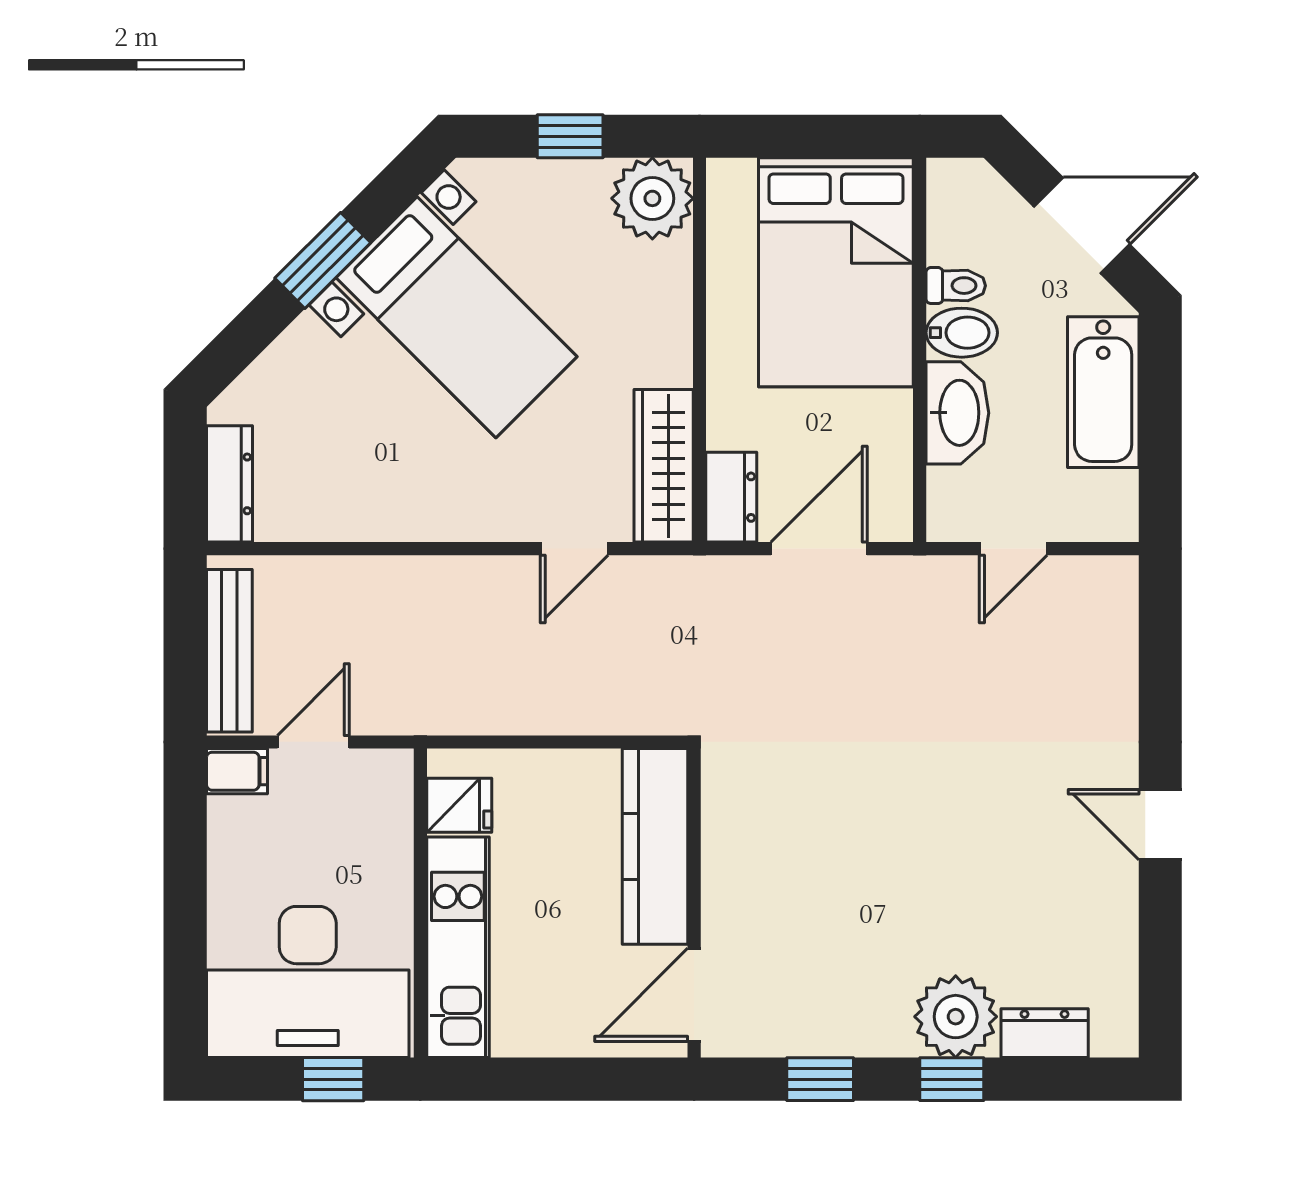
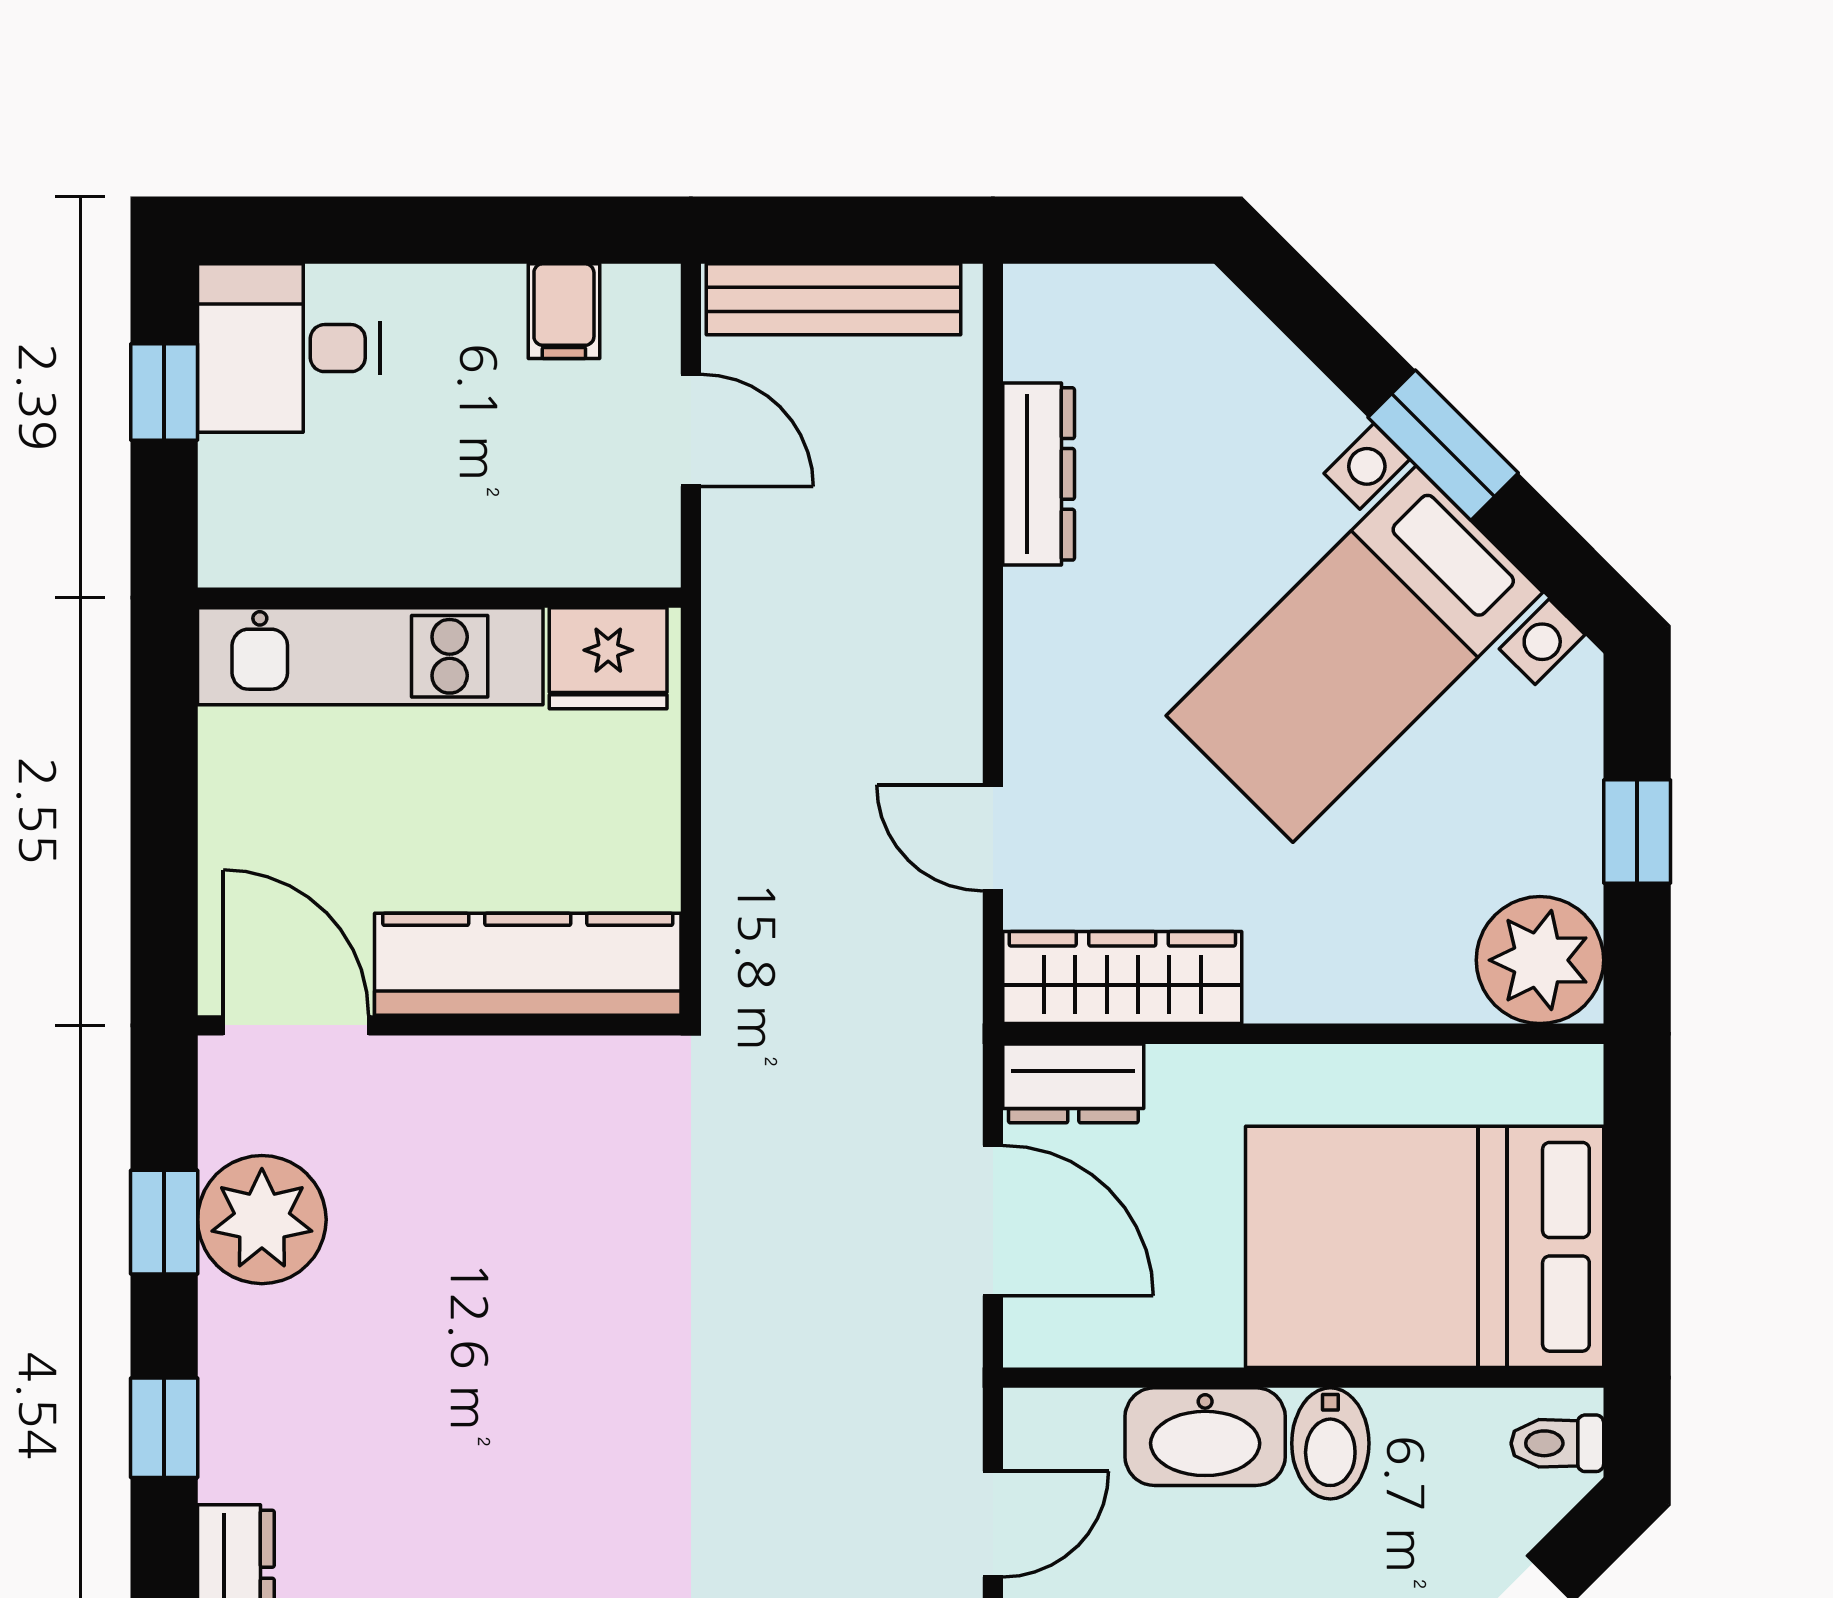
toilet: (956, 286) -> (1557, 1443), moved, turned 90
dresser: (229, 484) -> (1039, 474), moved, turned -90
door: (1013, 549) -> (993, 1524), swing flipped
filing cabinet: (237, 771) -> (564, 311), moved
fridge: (459, 805) -> (608, 658), width x1.38
desk: (308, 982) -> (289, 348), width x0.53, depth x0.77
plant: (956, 1017) -> (262, 1220), moved
window: (333, 1079) -> (164, 392), moved

